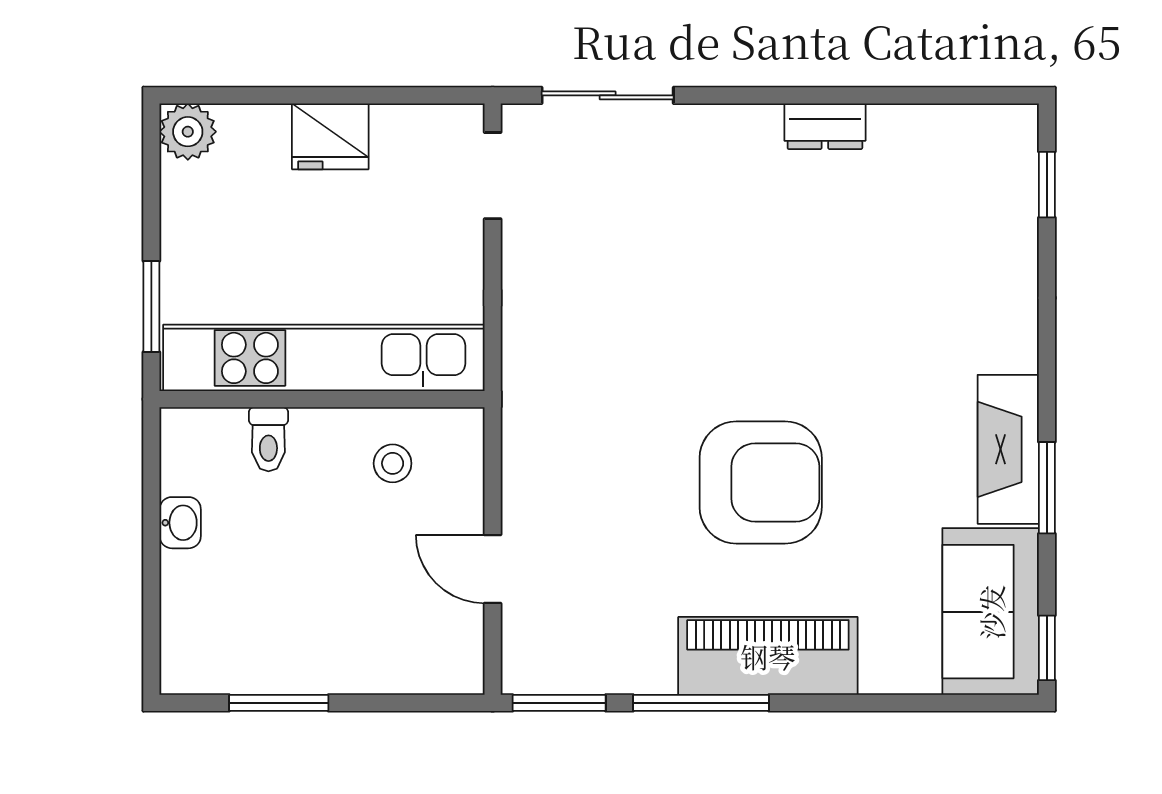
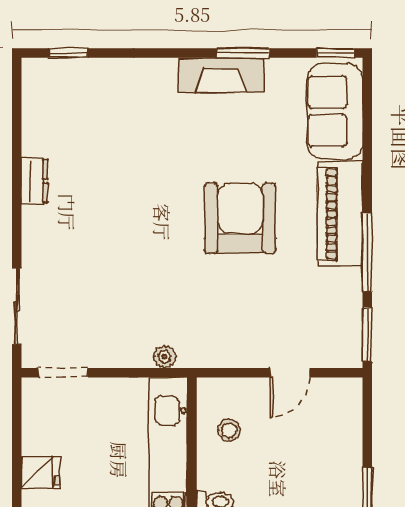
fridge: (330, 136) -> (40, 472), width x0.72
plant: (521, 352) -> (165, 357), added
sofa: (991, 612) -> (335, 111), moved, turned 90

